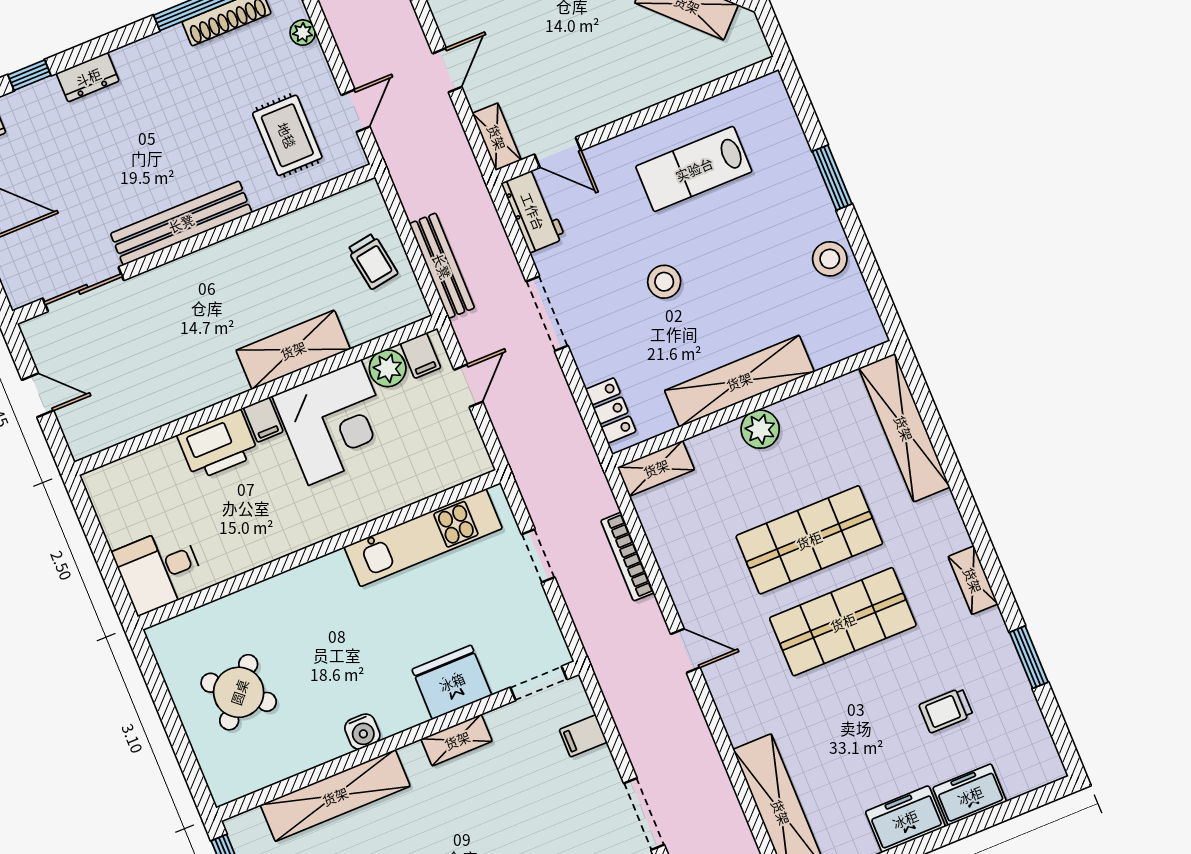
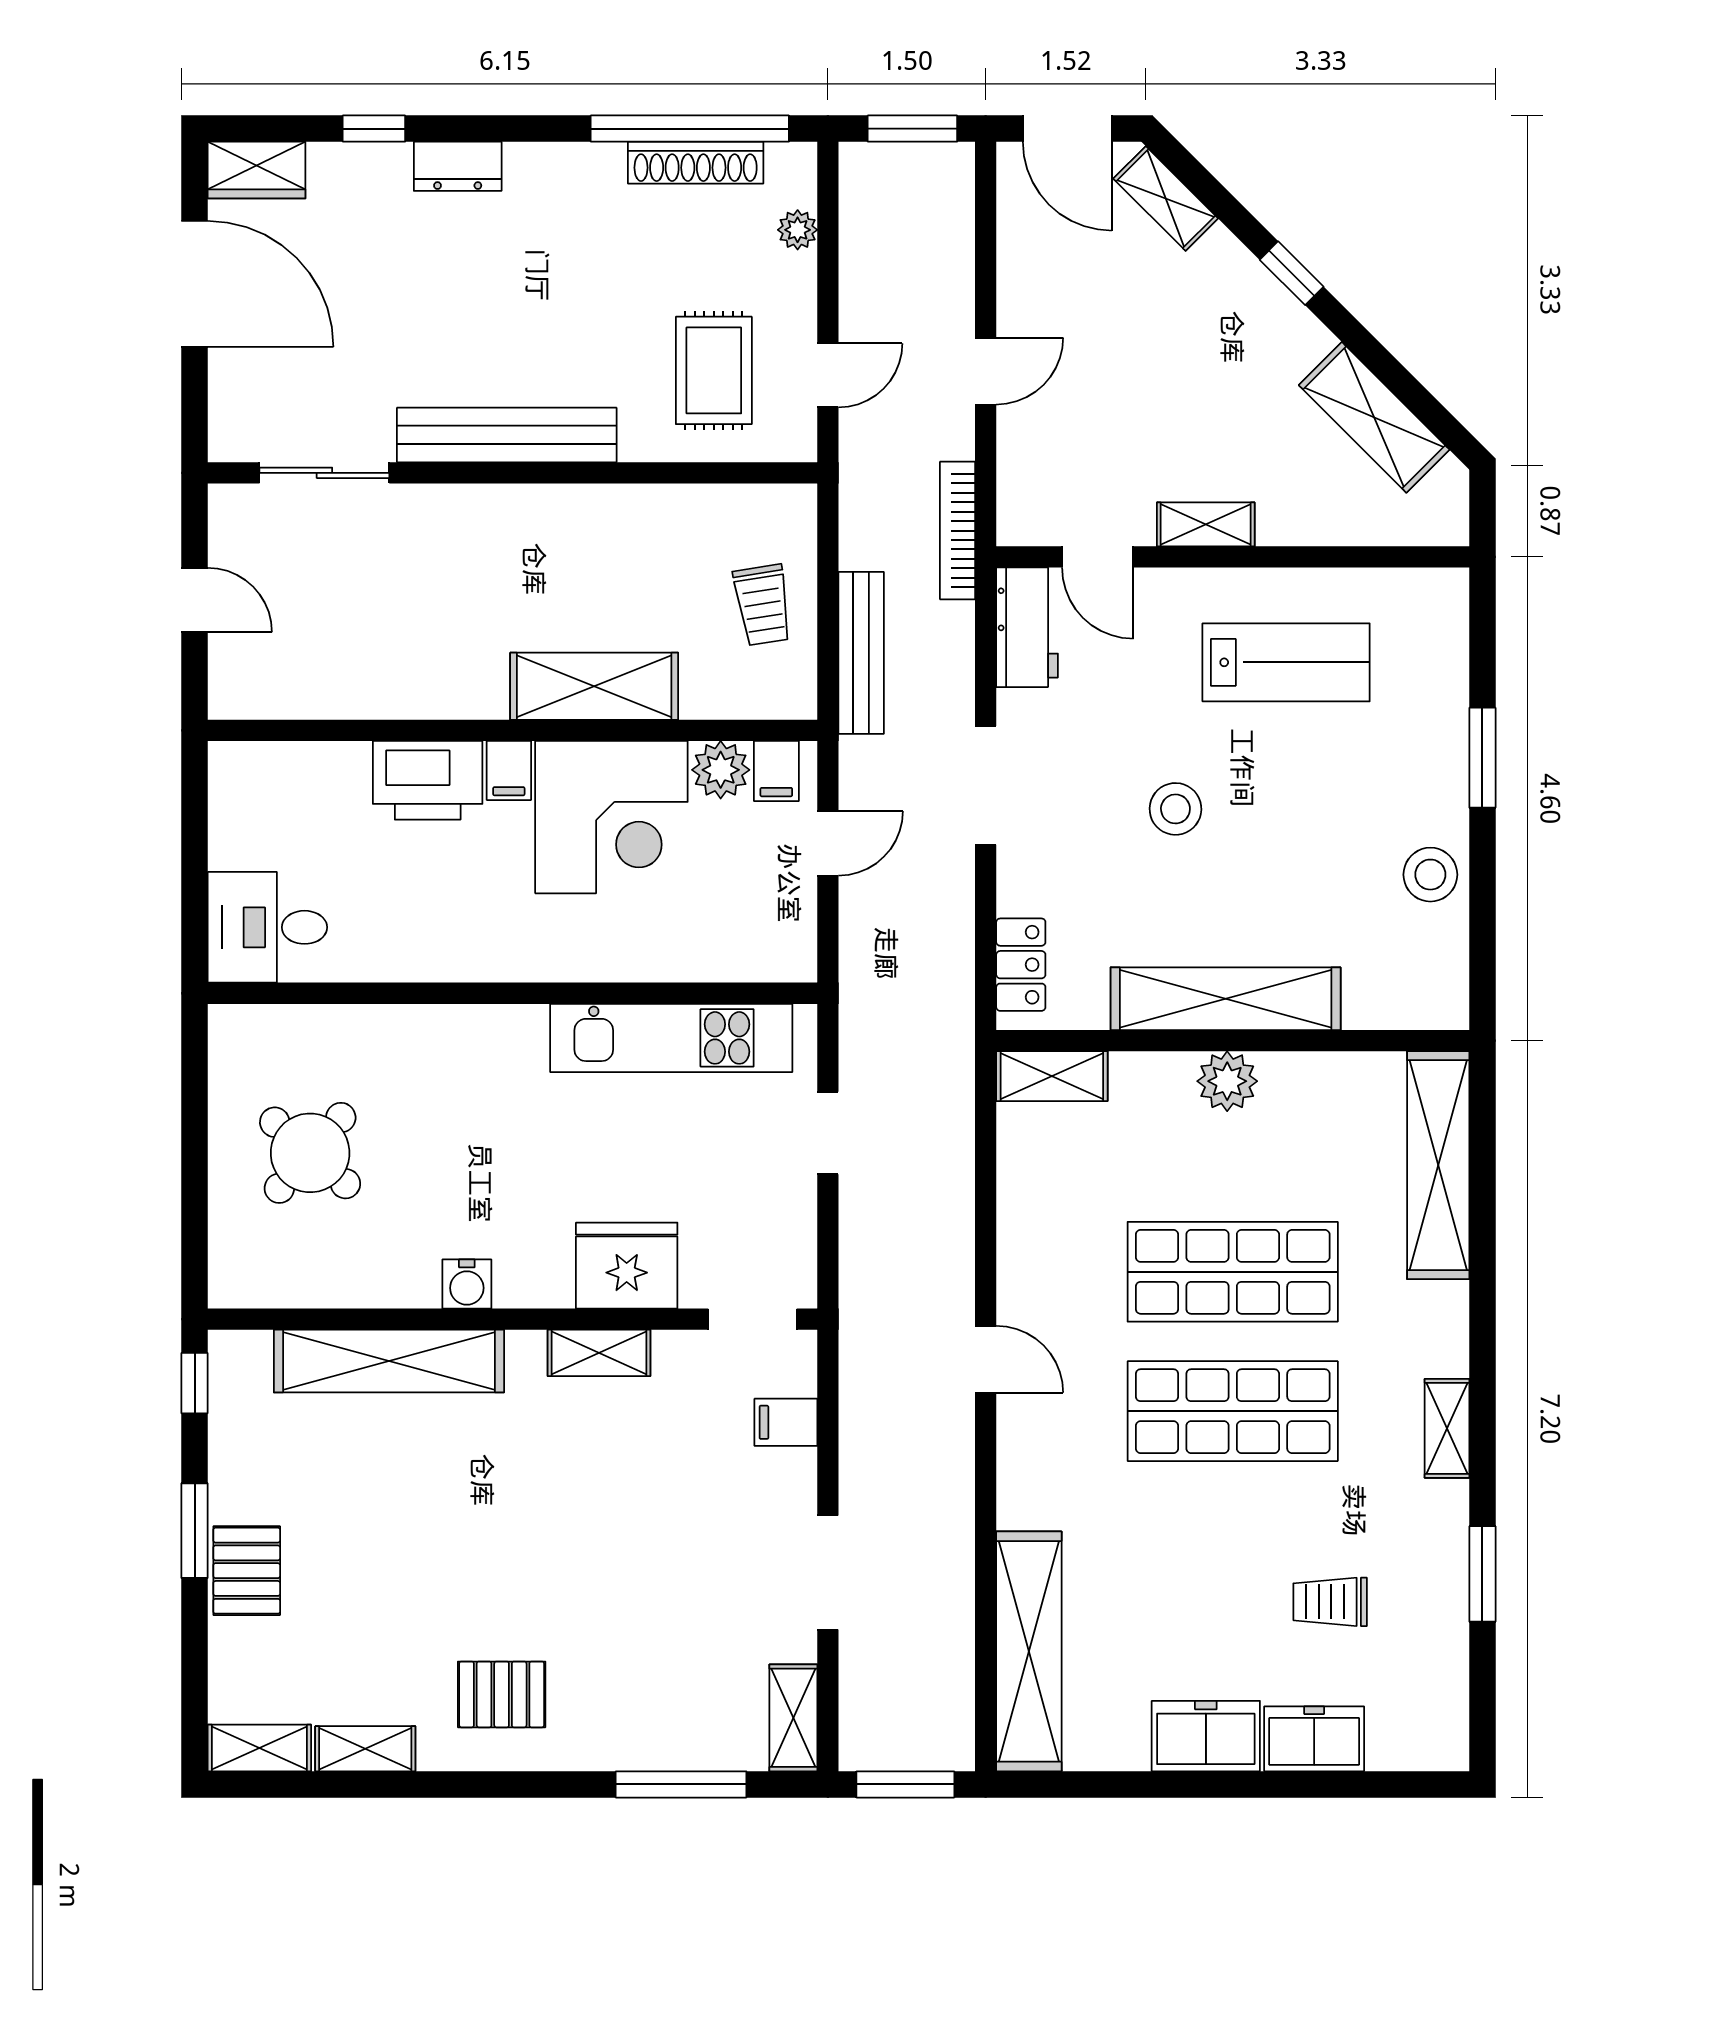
shelving: (497, 137) -> (1206, 524), moved, turned 90
lab bench: (694, 169) -> (1286, 662), turned 180
bookcase: (627, 557) -> (958, 531), moved

